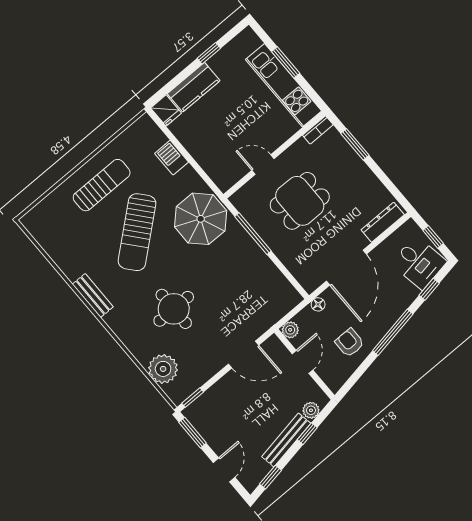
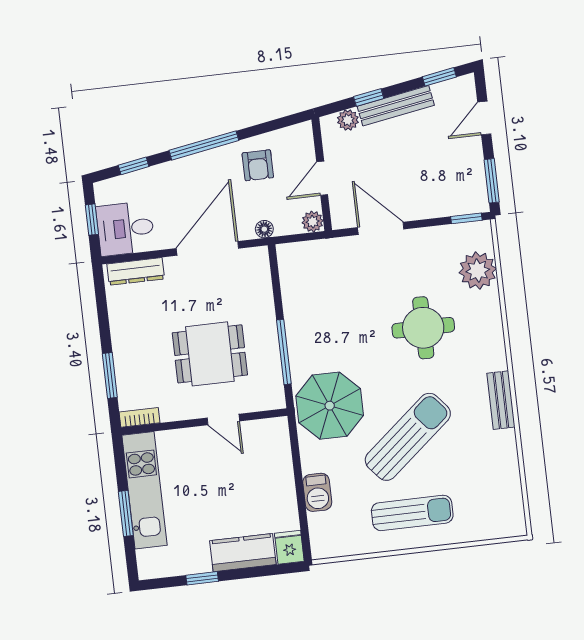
sun lounger: (102, 185) -> (412, 513), turned 180
desk: (419, 263) -> (125, 229), moved, turned -80

